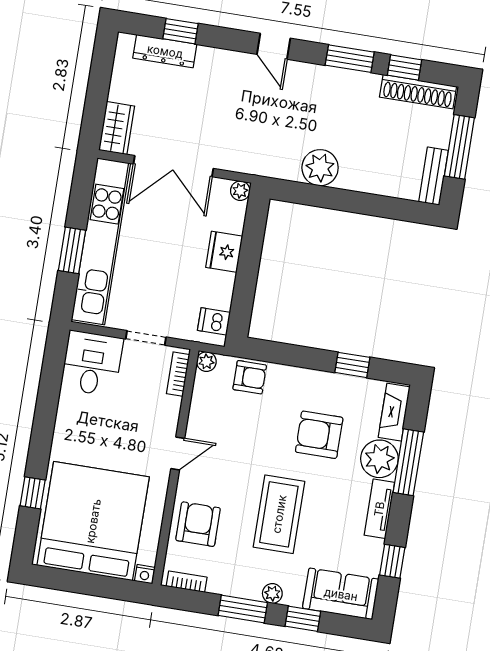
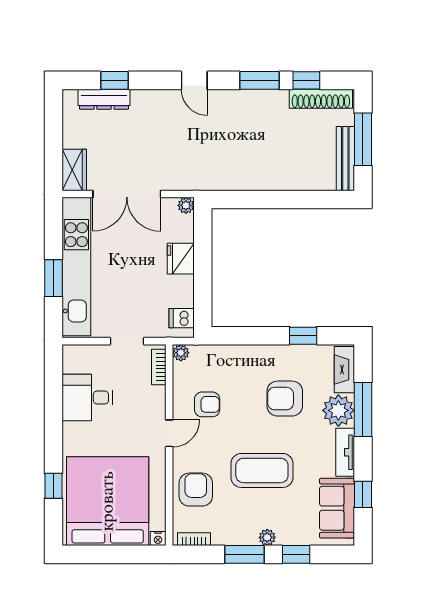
plant: (320, 168) -> (249, 175), removed
bench: (433, 176) -> (345, 159), width x1.36
desk: (92, 363) -> (87, 397), moved, turned -90
armchair: (250, 377) -> (207, 404), moved
coffee table: (279, 514) -> (262, 470), turned 90
sofa: (341, 594) -> (337, 508), moved, turned -90

